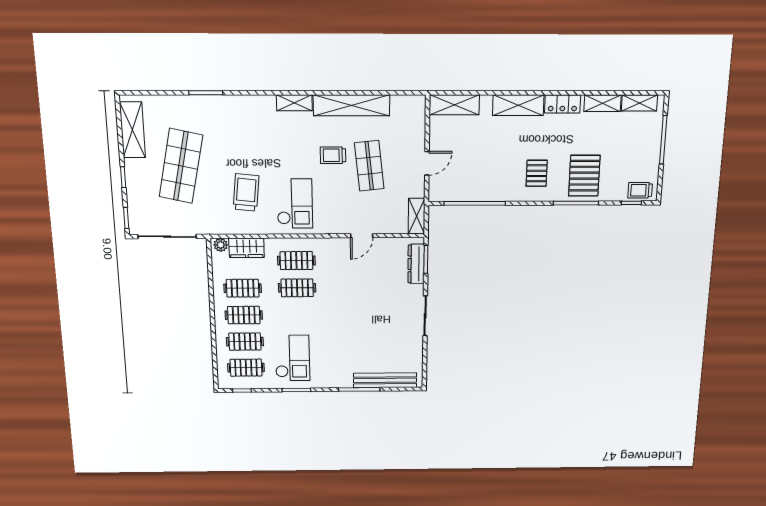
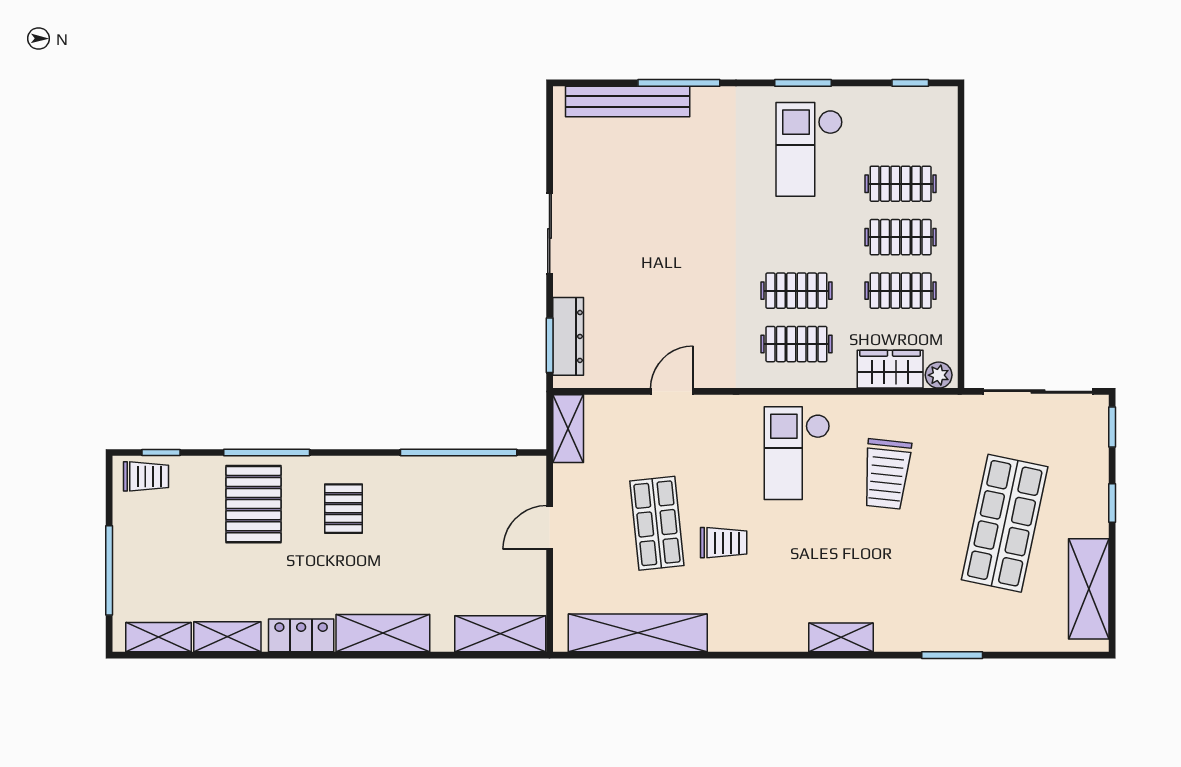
shelving: (294, 103) -> (841, 637), moved
shelving: (351, 105) -> (638, 633), moved
clothes rail: (246, 368) -> (901, 130), removed

